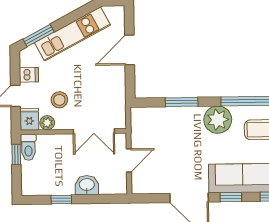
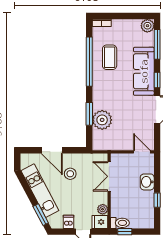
stool: (59, 100) -> (70, 174), moved
plant: (218, 120) -> (102, 120), moved
double door: (94, 131) -> (109, 176), swing flipped
door: (129, 160) -> (142, 152), moved

